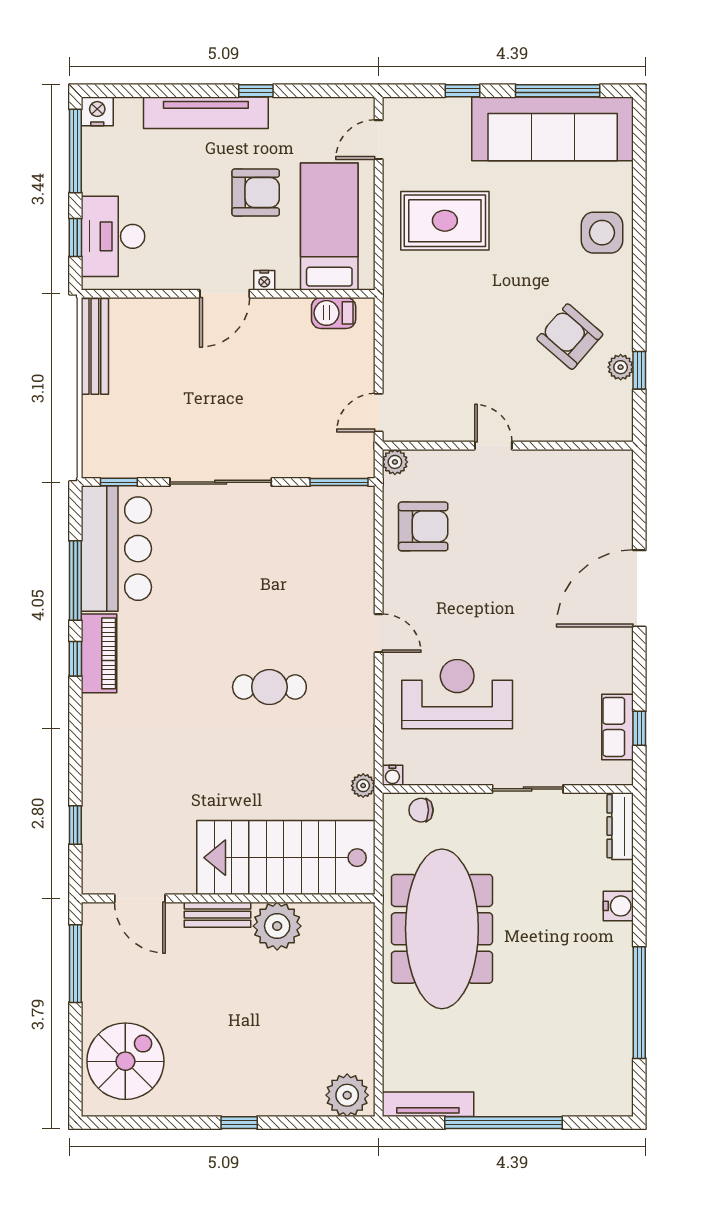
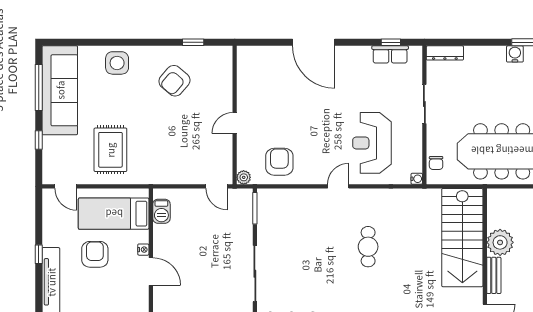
plant: (621, 367) -> (191, 53), removed
plant: (363, 786) -> (422, 195), removed
water cooler: (618, 906) -> (515, 54), moved

